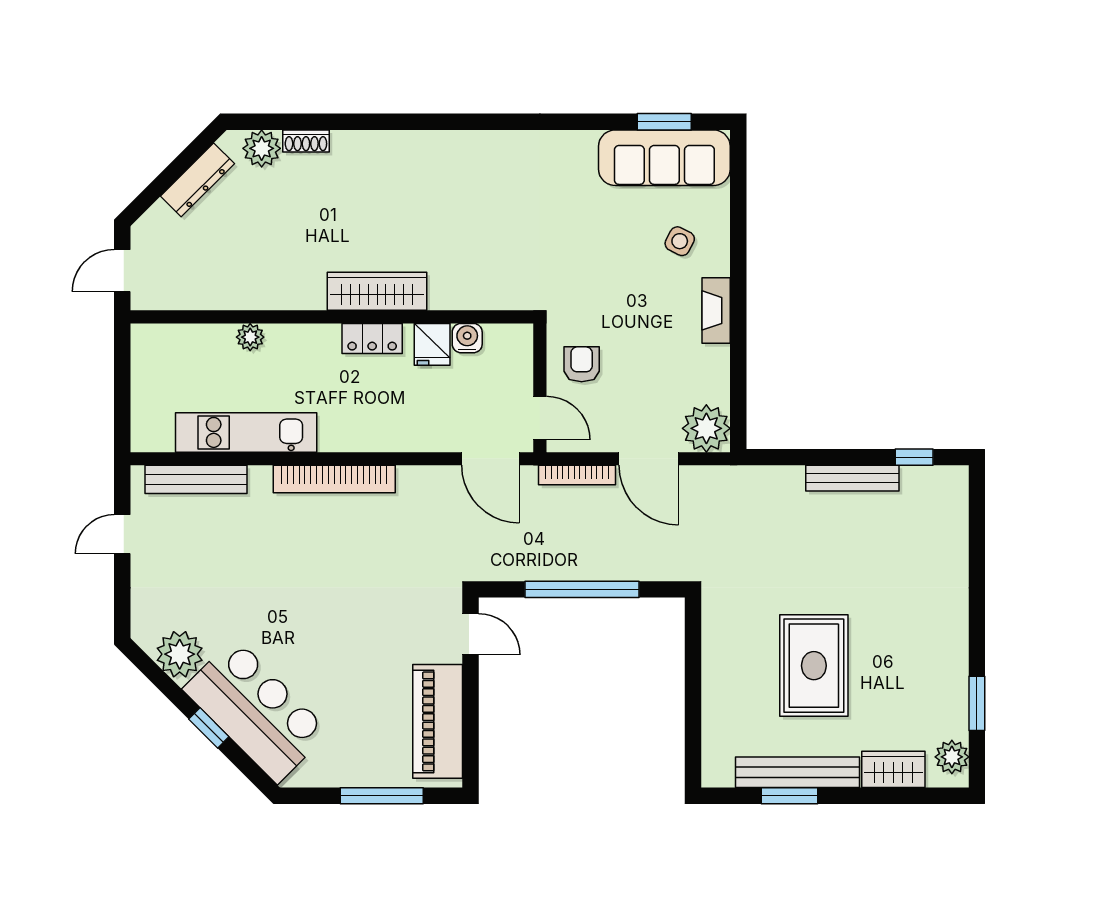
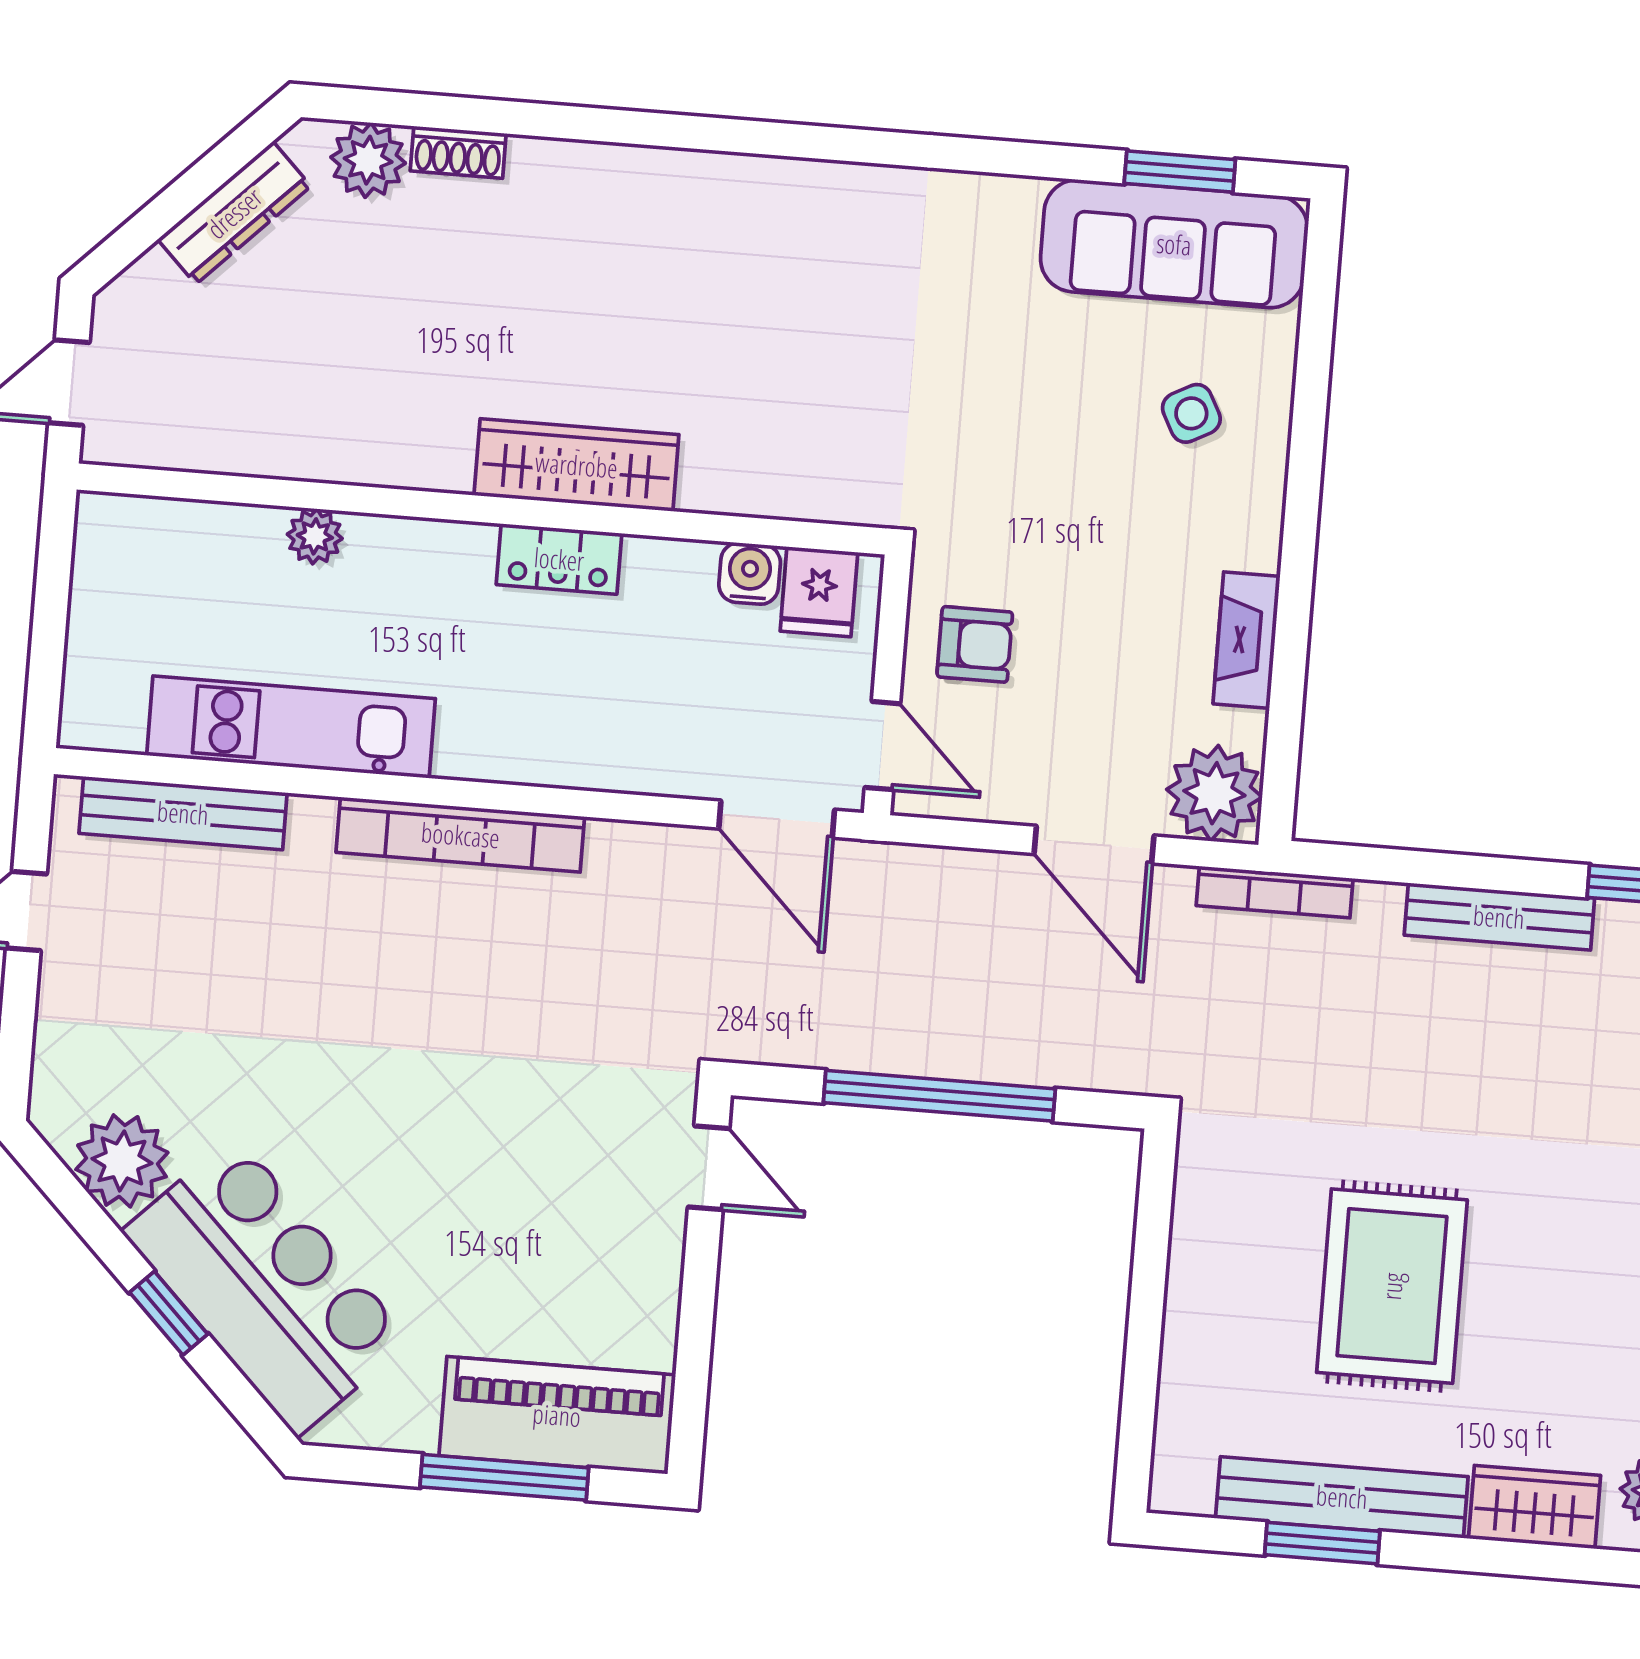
side table: (680, 241) -> (1191, 413), turned 35
fireplace: (716, 310) -> (1247, 640), moved
fridge: (432, 344) -> (819, 592), moved
armchair: (582, 364) -> (975, 644), turned 90
bookcase: (577, 475) -> (1275, 892), moved
piano: (438, 721) -> (557, 1415), moved, turned 90

